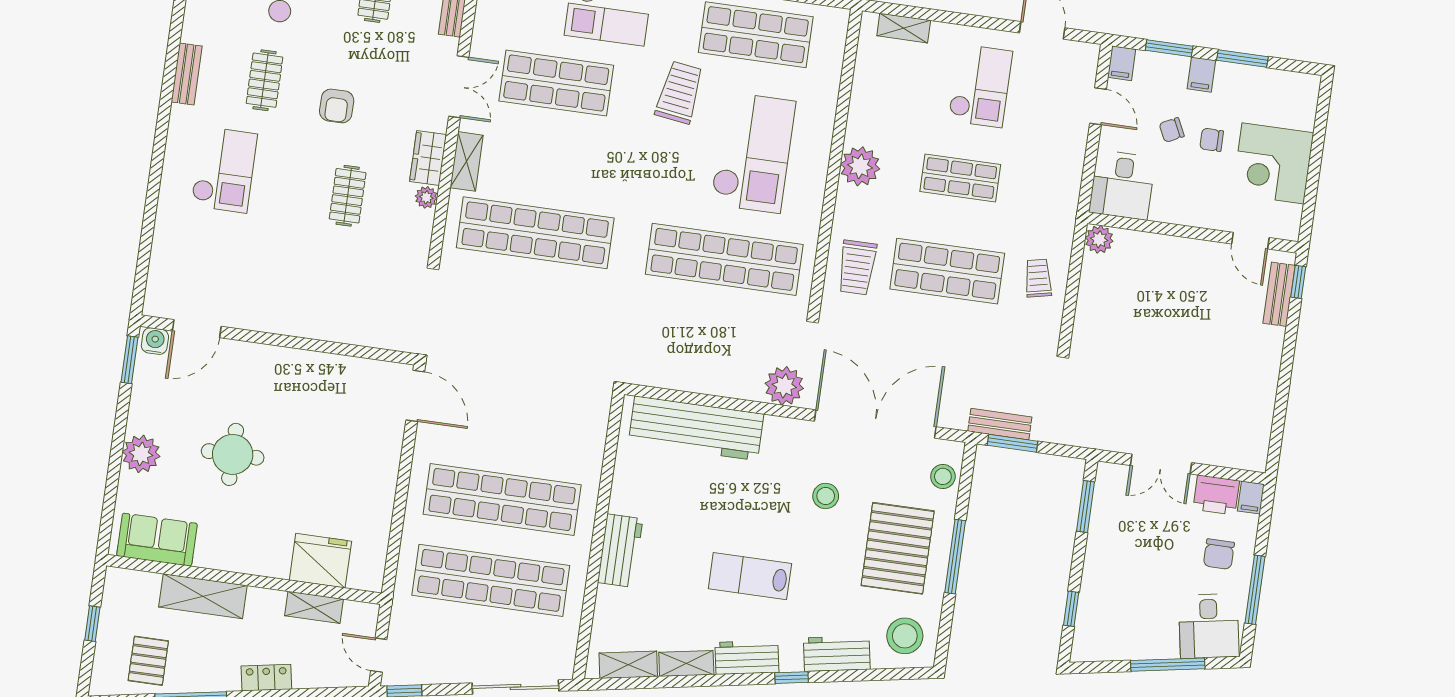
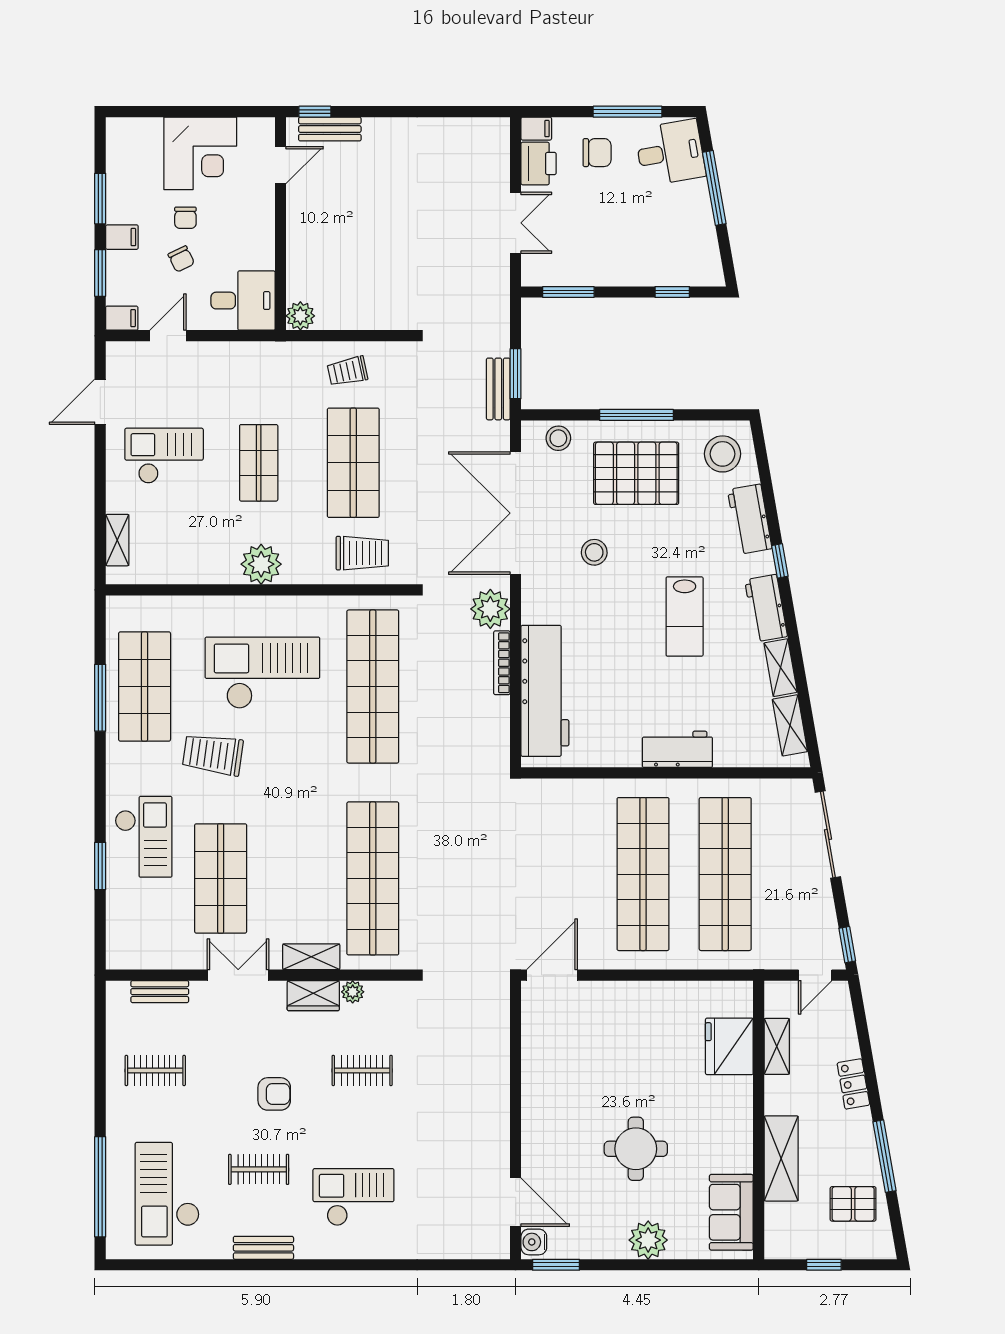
bookcase: (730, 390) -> (502, 663), added

